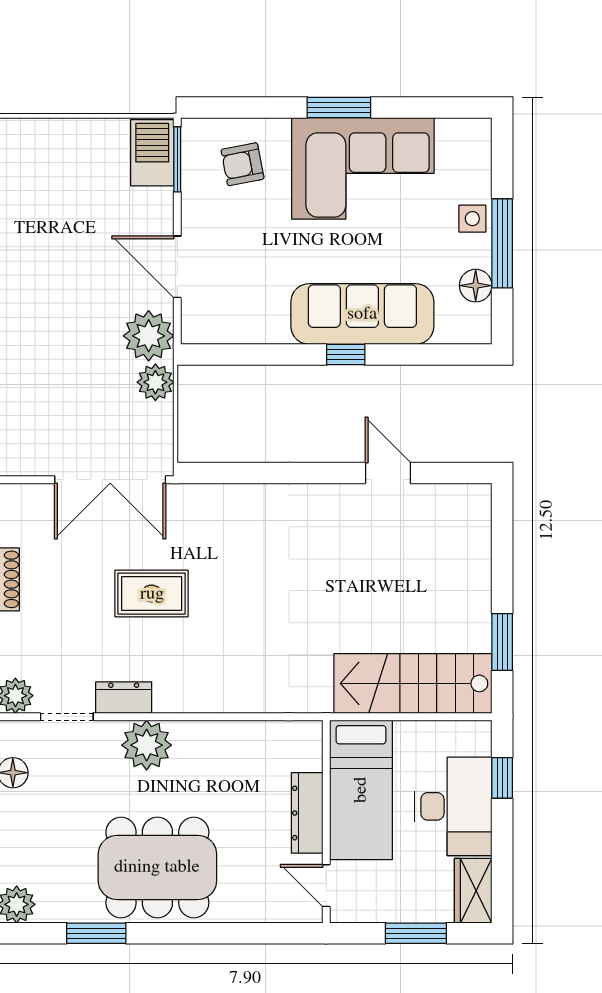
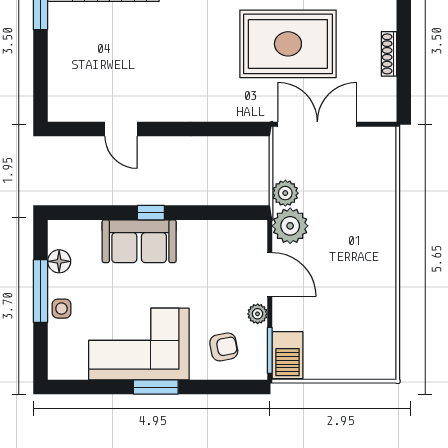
plant: (195, 211) -> (258, 314), added
sofa: (362, 314) -> (139, 241), width x0.73
rug: (152, 594) -> (288, 44), width x1.86, depth x2.06

